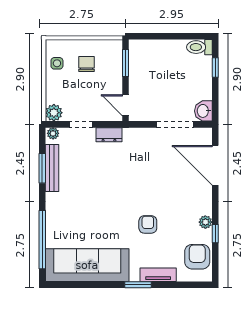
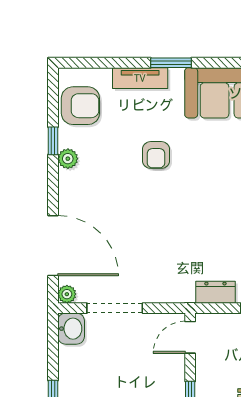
door: (126, 105) -> (190, 337), swing flipped
plant: (206, 133) -> (67, 294), added
armchair: (197, 257) -> (80, 106), turned -90

